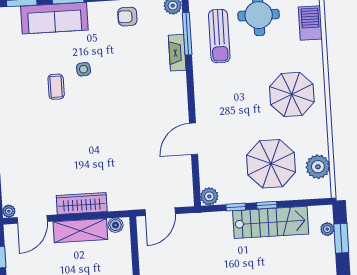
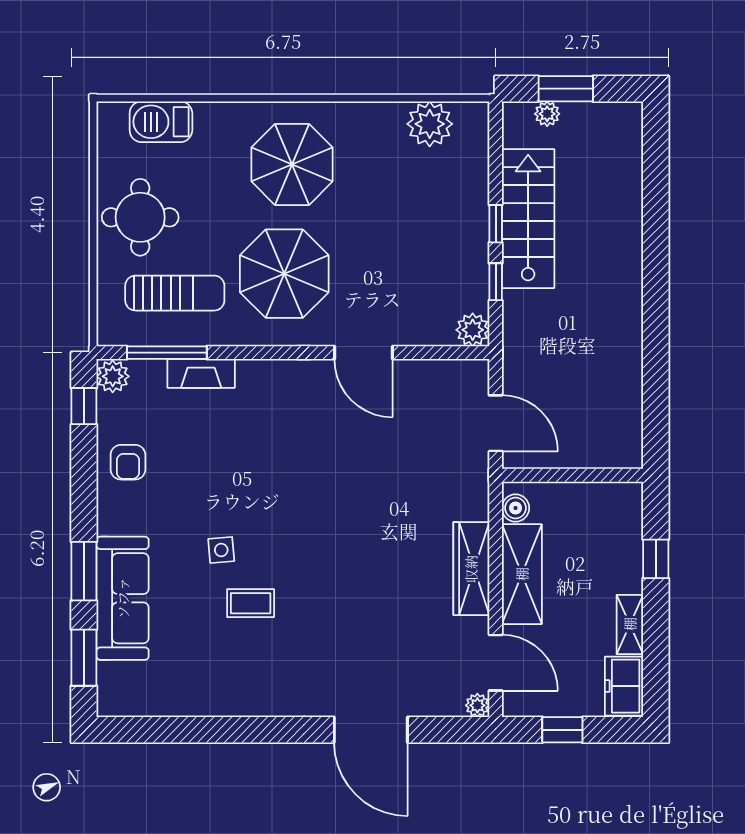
parasol: (271, 164) -> (284, 274), moved

